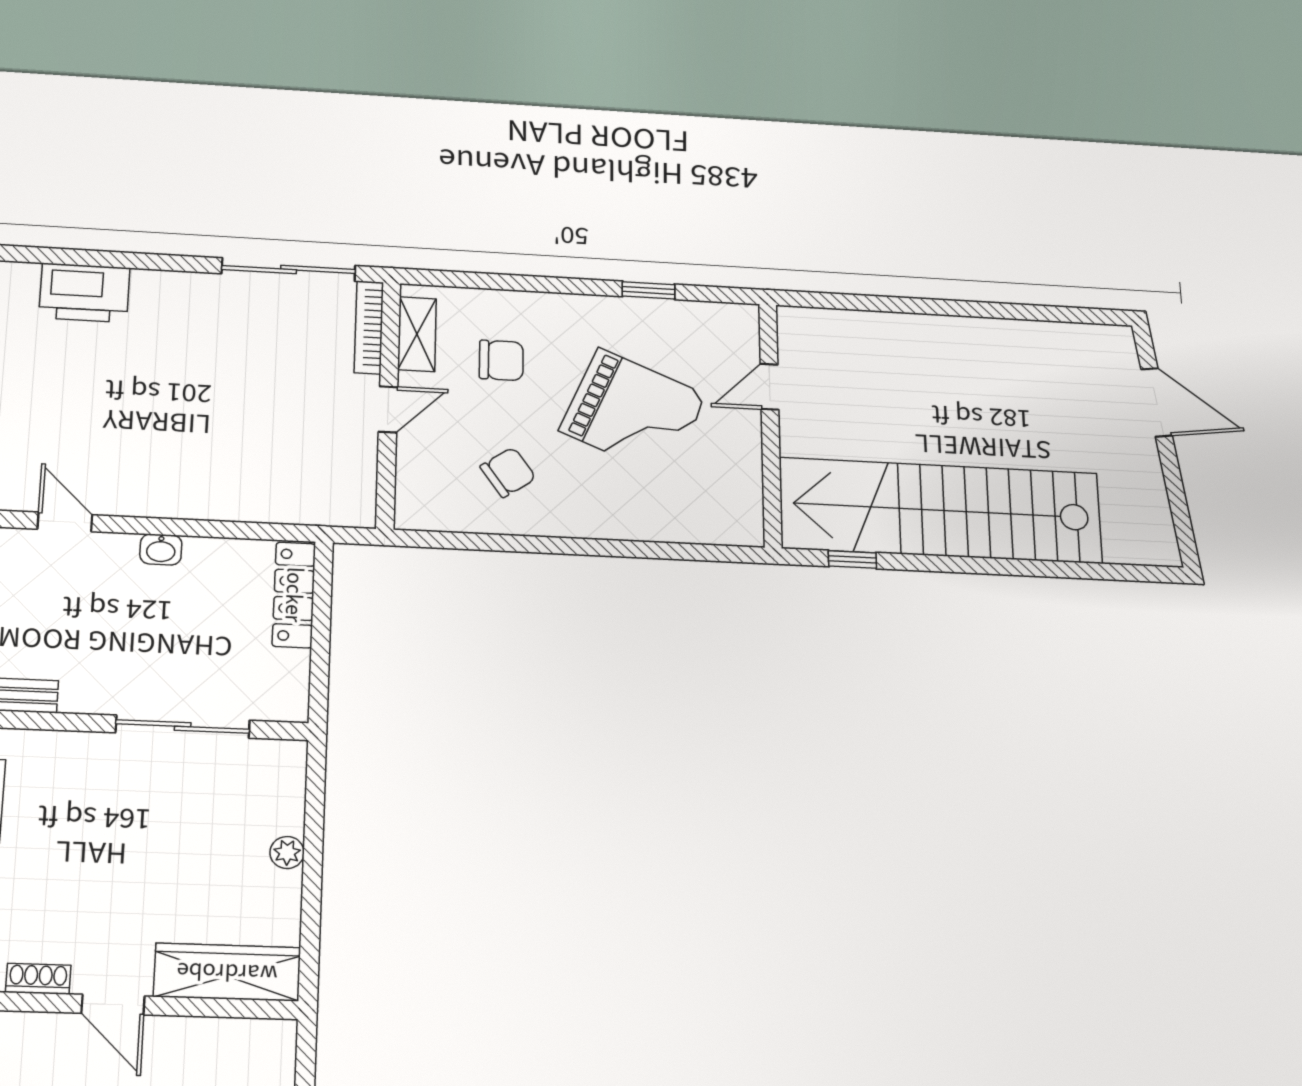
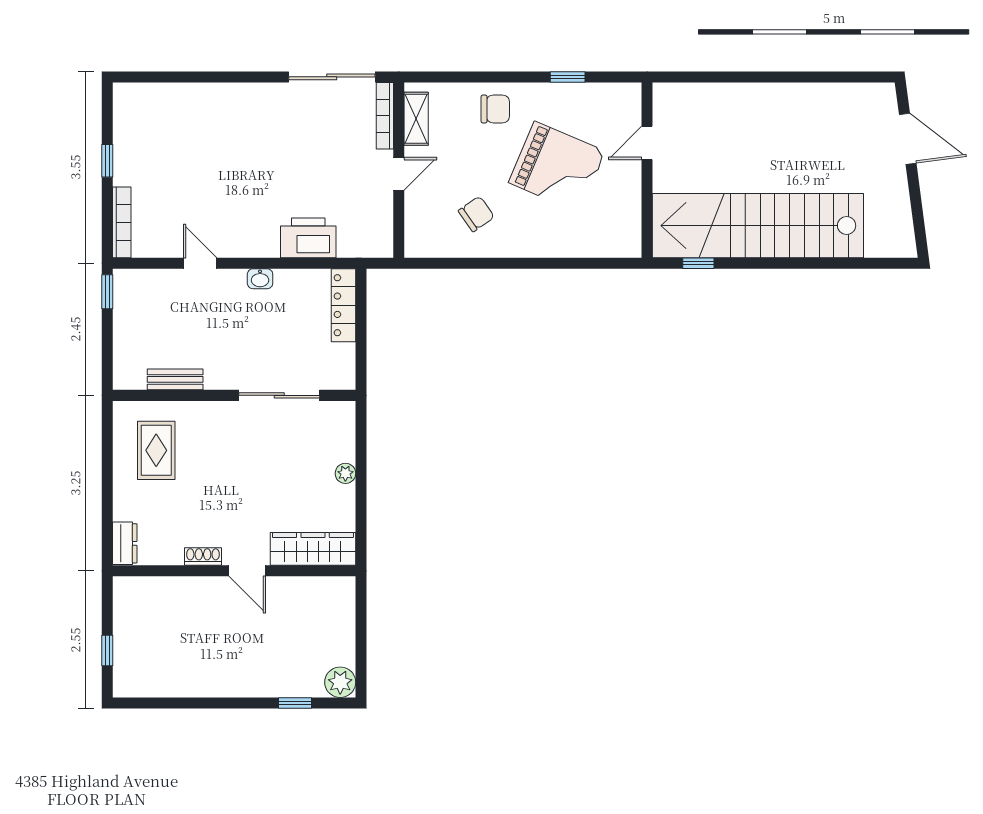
printer: (84, 293) -> (308, 238), moved, turned 180
chair: (501, 360) -> (495, 109), moved

